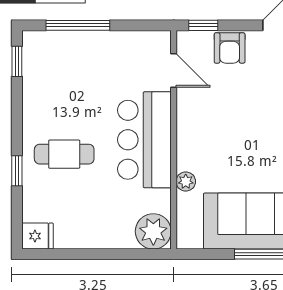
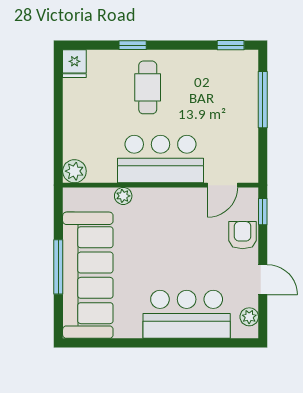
armchair: (230, 48) -> (243, 235), turned 90
plant: (153, 231) -> (74, 171), width x0.73, depth x0.73

